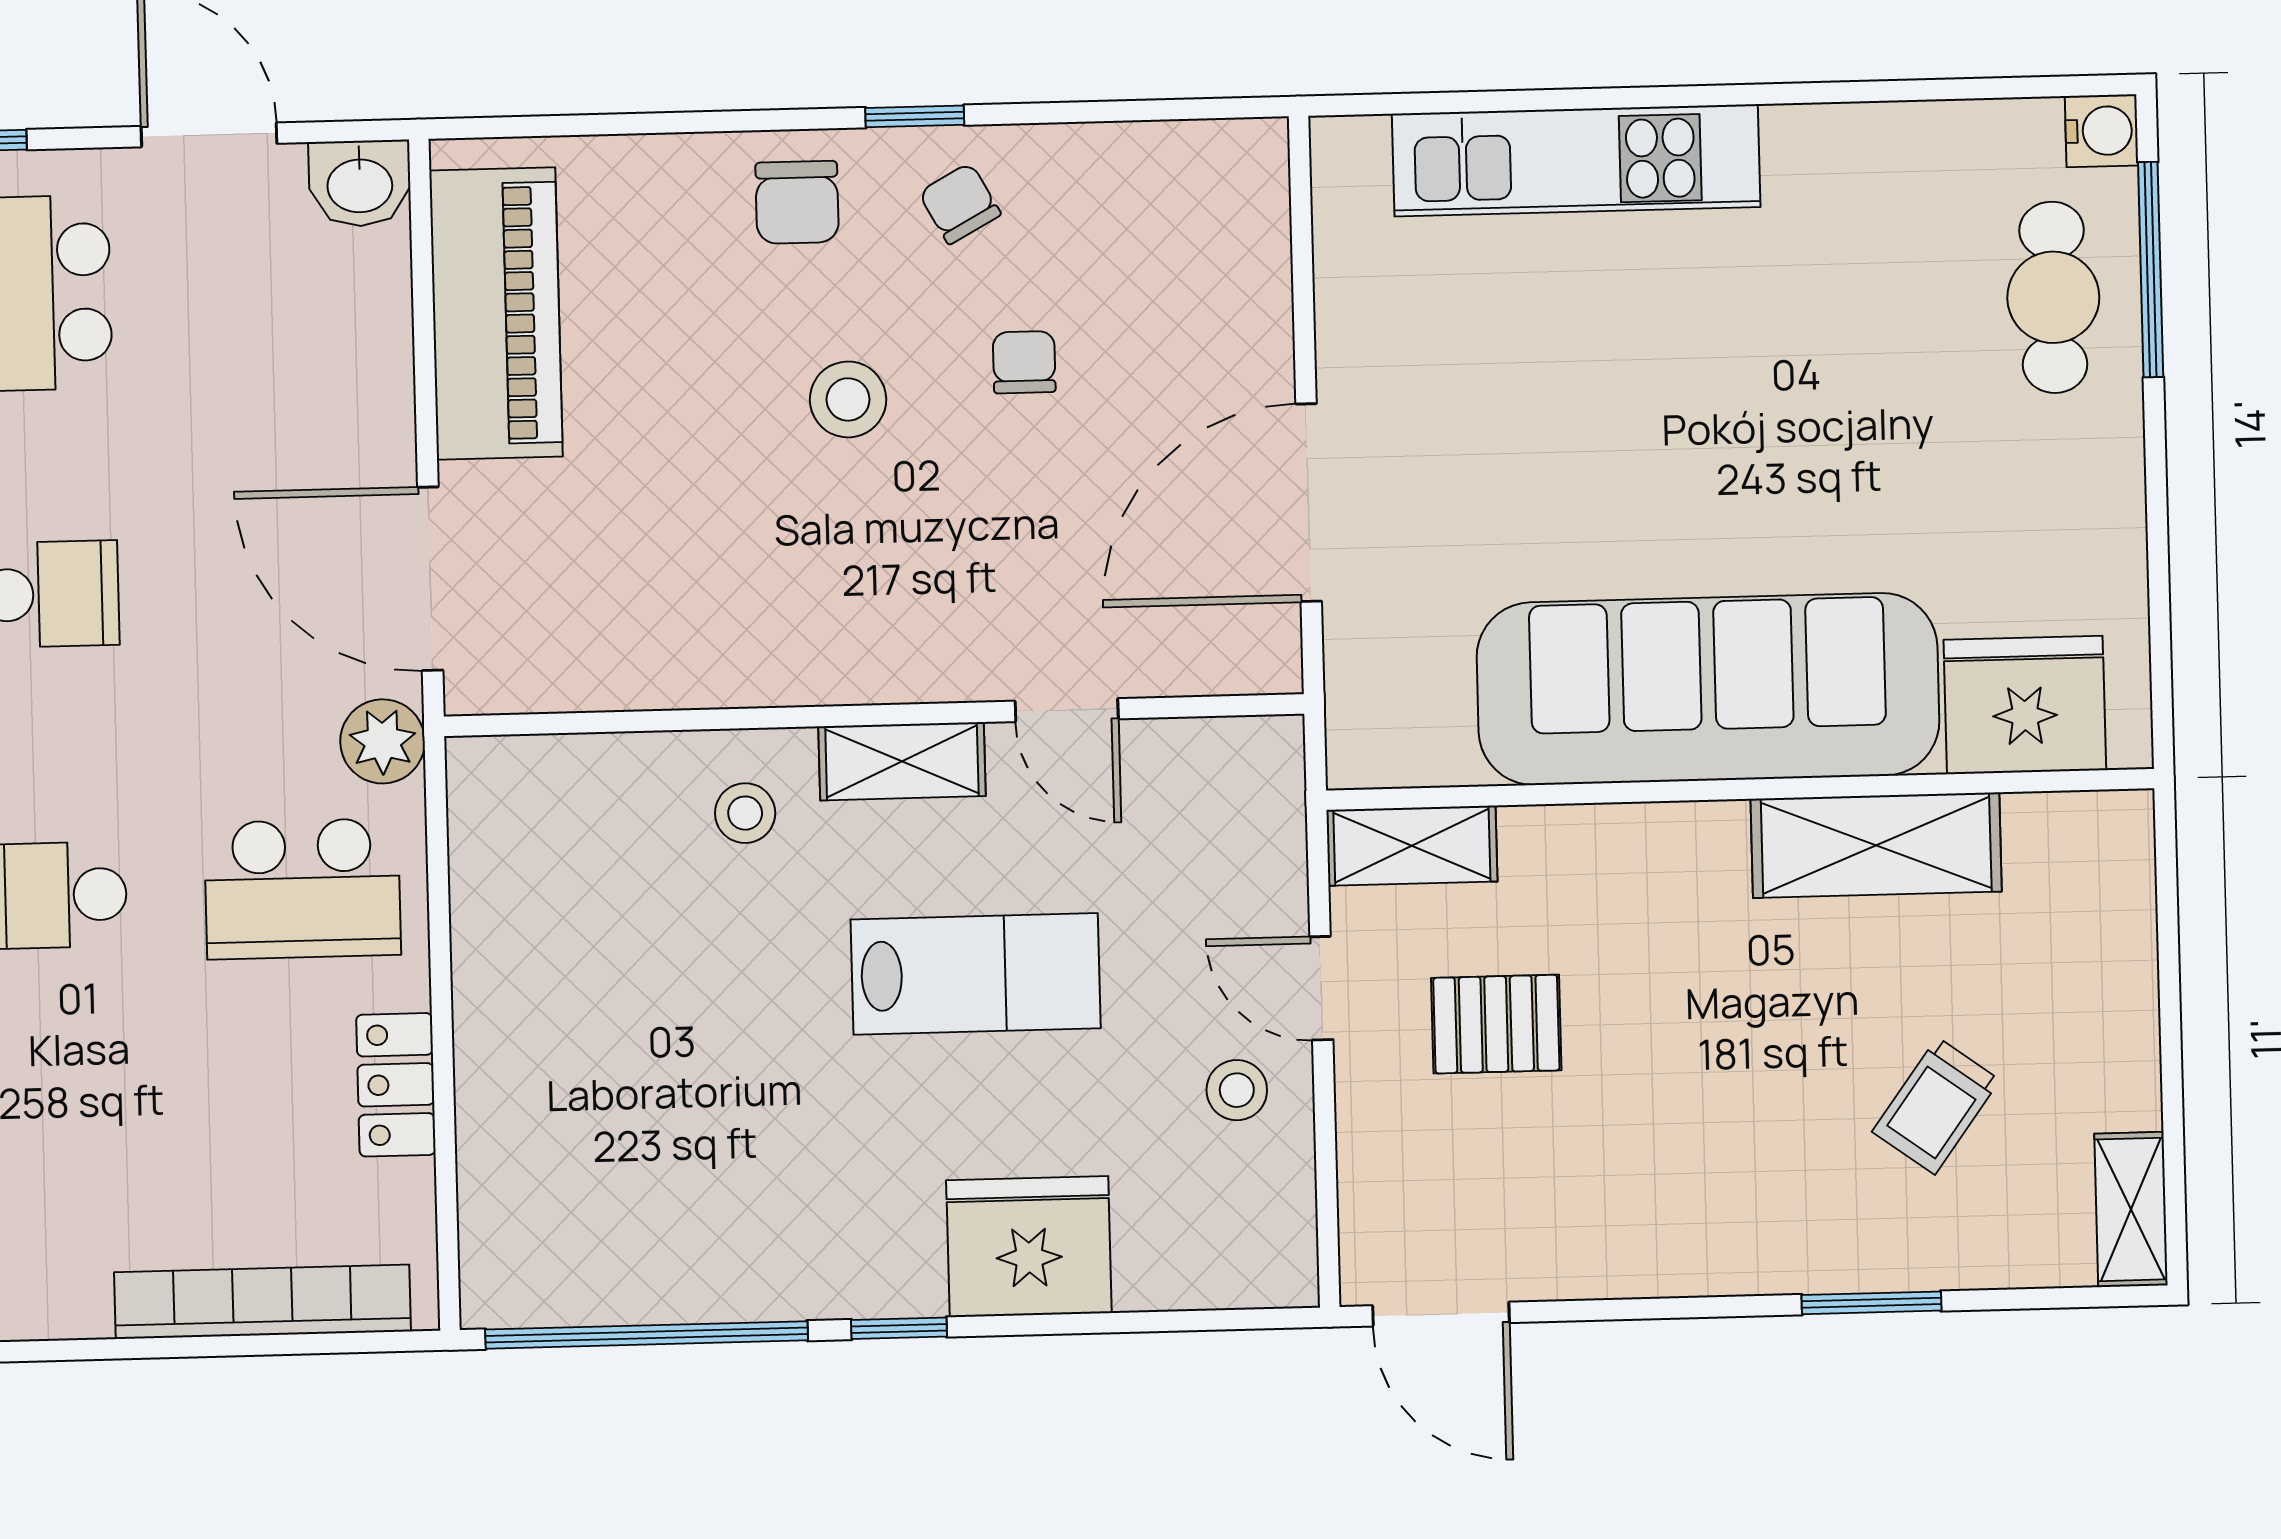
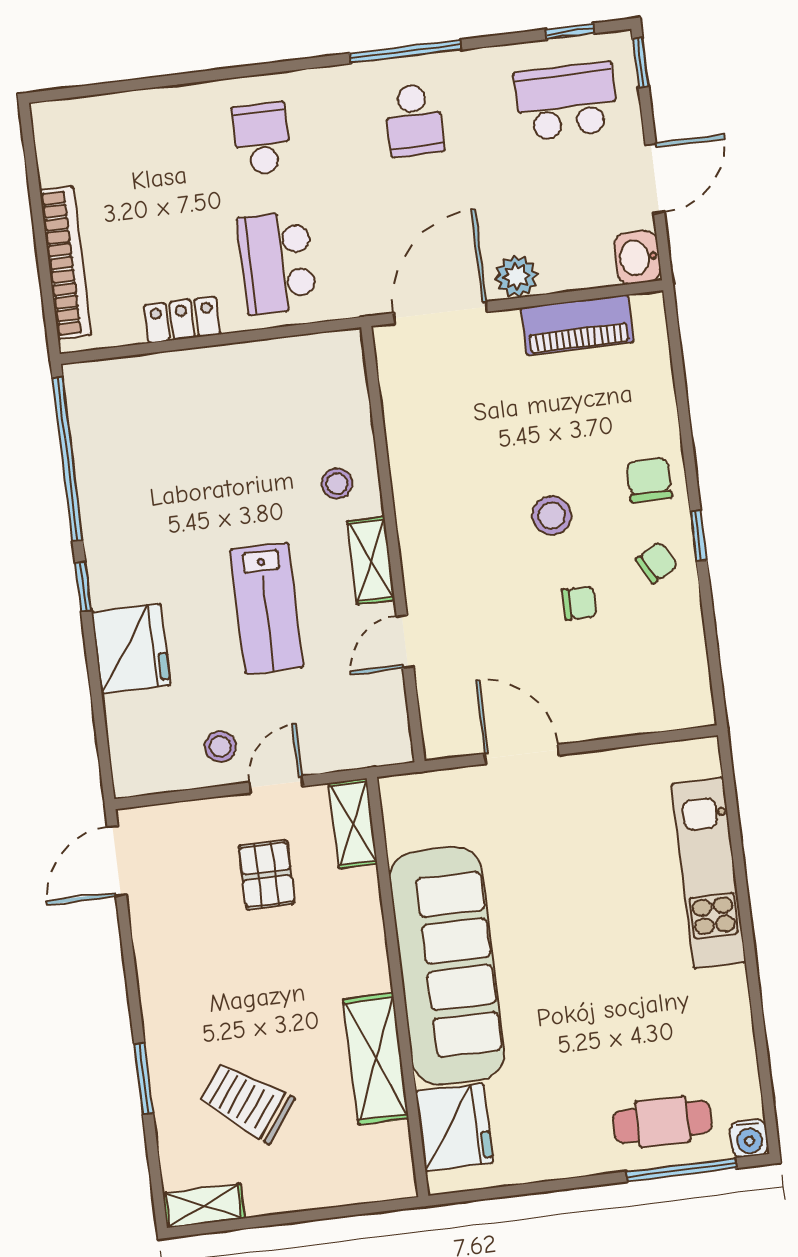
chair: (797, 202) -> (649, 480), turned 90
piano: (496, 314) -> (577, 325), width x0.73, depth x0.75
door: (1309, 503) -> (522, 754), width x0.73
plant: (383, 741) -> (516, 276), moved
trolley: (1936, 1106) -> (247, 1102), width x1.36, depth x1.39

